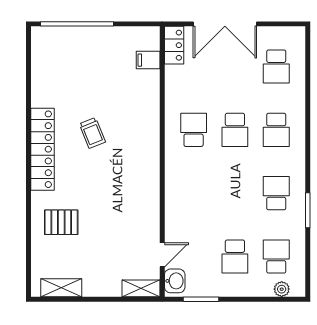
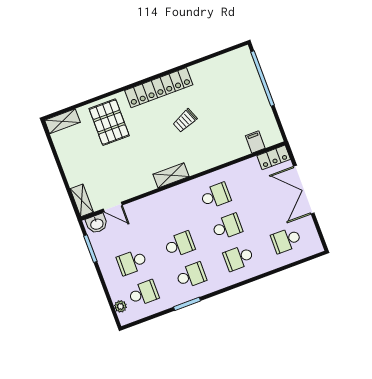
school desk: (235, 130) -> (227, 227), turned 180
shelving: (151, 173) -> (171, 175), added
school desk: (235, 193) -> (179, 244), added
pallet: (61, 222) -> (109, 122), width x1.50, depth x1.42
shelving: (61, 288) -> (62, 121), moved, turned 90

